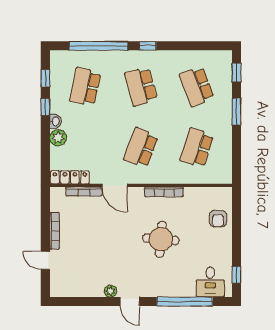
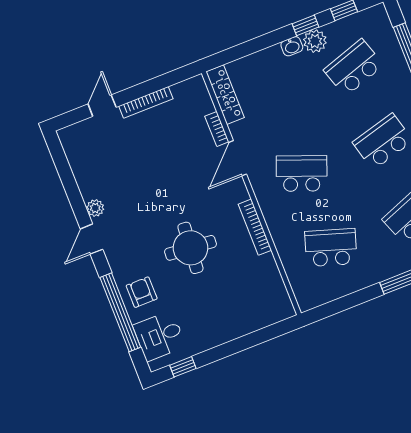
school desk: (85, 87) -> (354, 68), turned -30
plant: (58, 138) -> (315, 41), moved
bookcase: (84, 192) -> (217, 129), width x0.64
armchair: (218, 219) -> (142, 292), moved, turned 90

